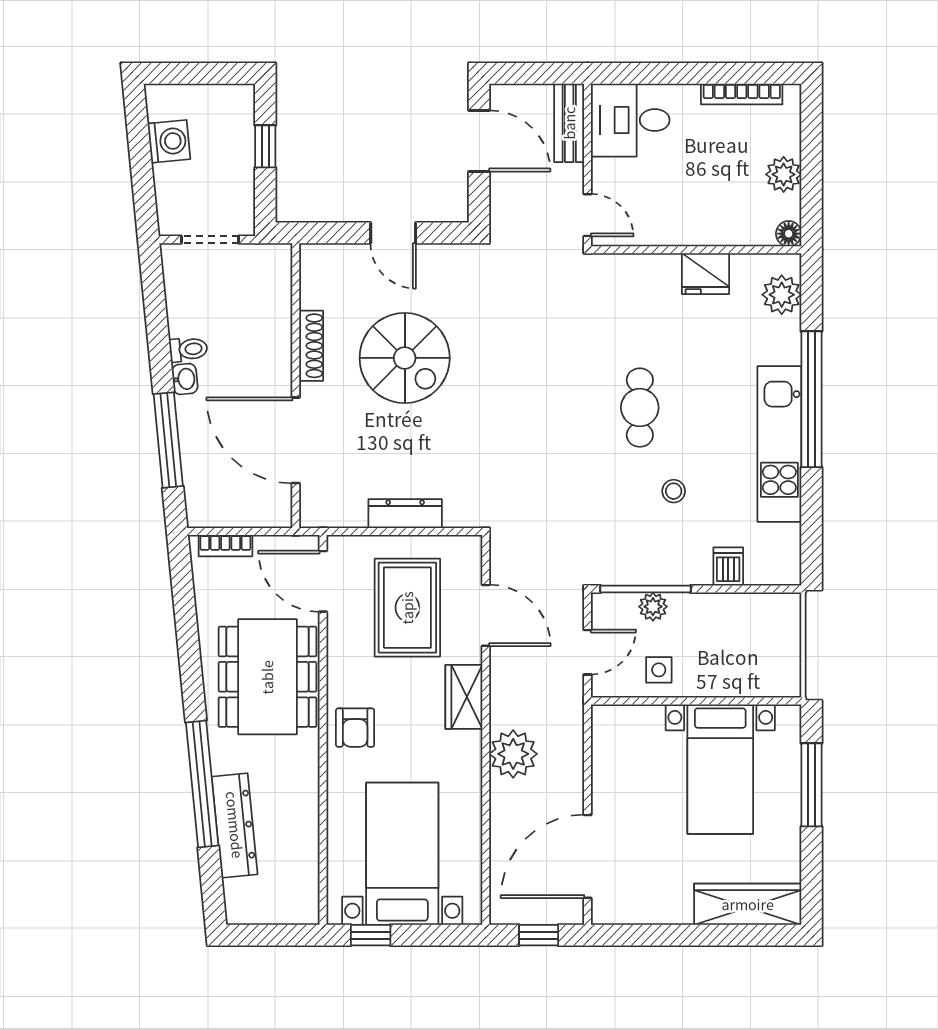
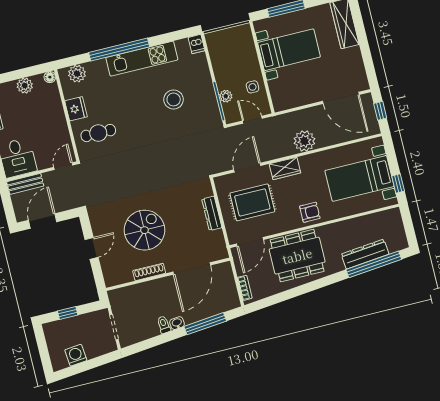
cafe table: (640, 408) -> (98, 133), moved
stool: (674, 491) -> (174, 99), width x1.89, depth x1.89
dishwasher: (728, 567) -> (197, 44), moved, turned -90
window: (202, 784) -> (374, 264), moved

